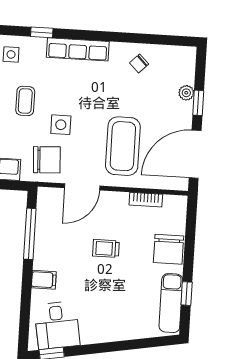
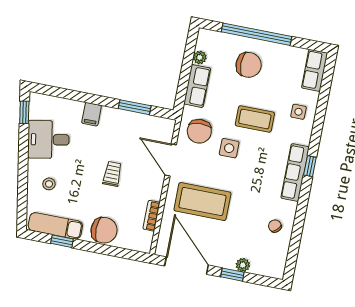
window: (42, 32) -> (310, 166), moved
coffee table: (25, 101) -> (255, 119), width x1.36, depth x1.30
window: (30, 234) -> (135, 107), width x0.69
chair: (169, 249) -> (104, 230), turned 180
stool: (126, 316) -> (49, 184), added
desk: (57, 325) -> (49, 140), moved

